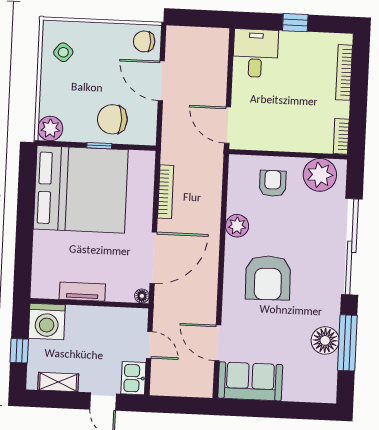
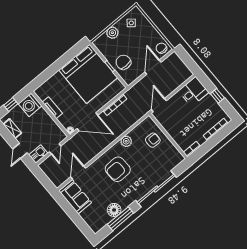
plant: (50, 128) -> (112, 33), moved
plant: (320, 175) -> (171, 154), removed

